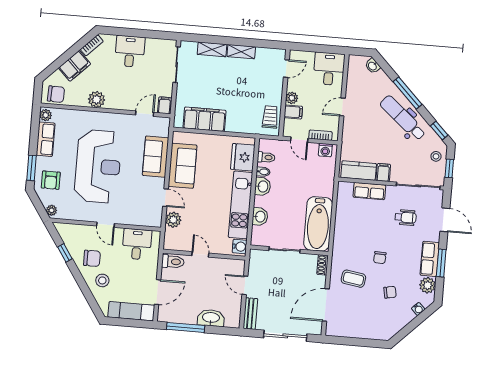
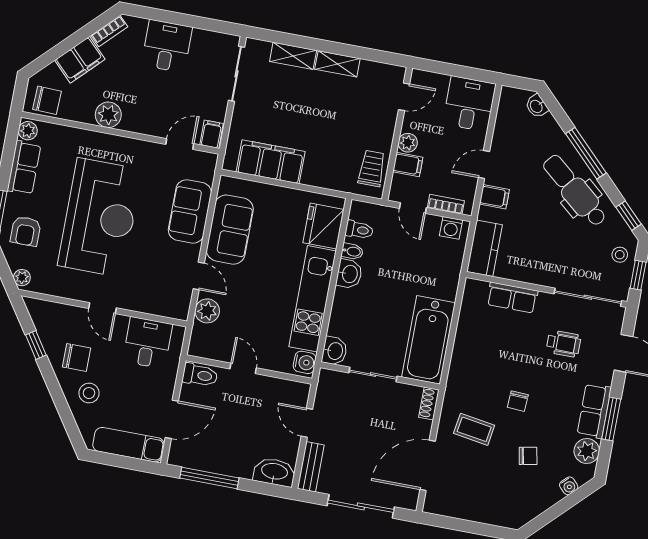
kitchen counter: (359, 171) -> (485, 248), moved, turned 90
filing cabinet: (383, 172) -> (494, 197), moved, turned 90
washbasin: (260, 217) -> (335, 351), moved
washbasin: (211, 318) -> (274, 472), moved

